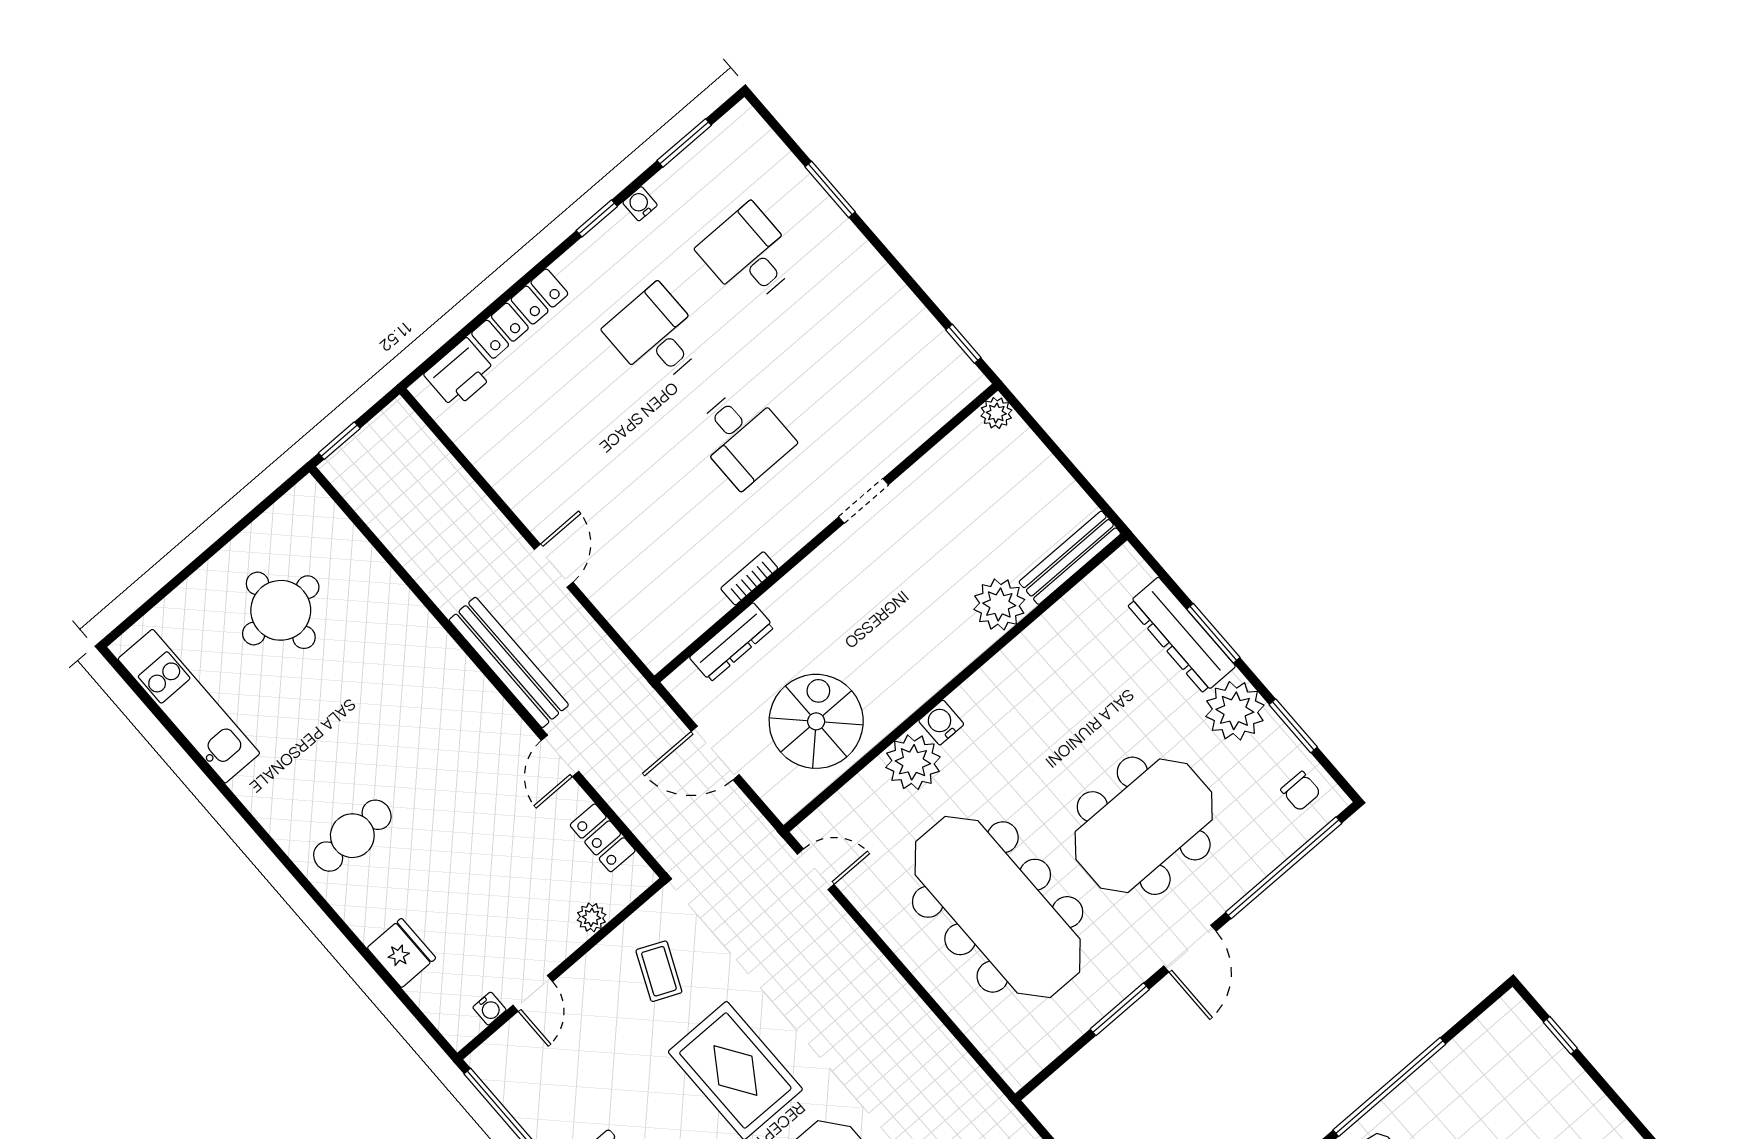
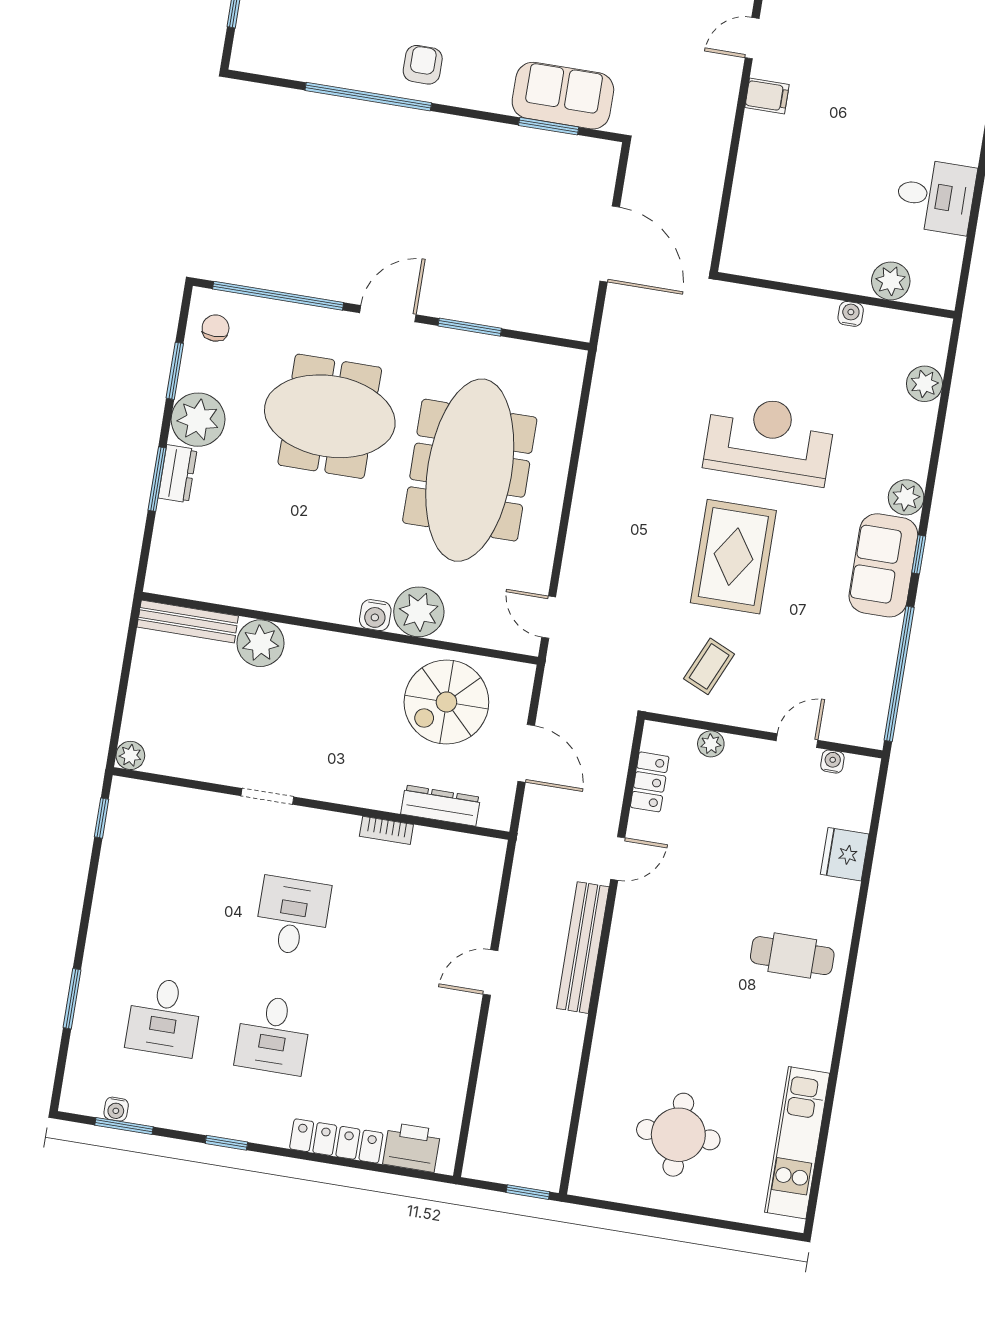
water cooler: (640, 204) -> (116, 1109), moved
dresser: (1181, 635) -> (178, 474), width x0.51, depth x0.80

